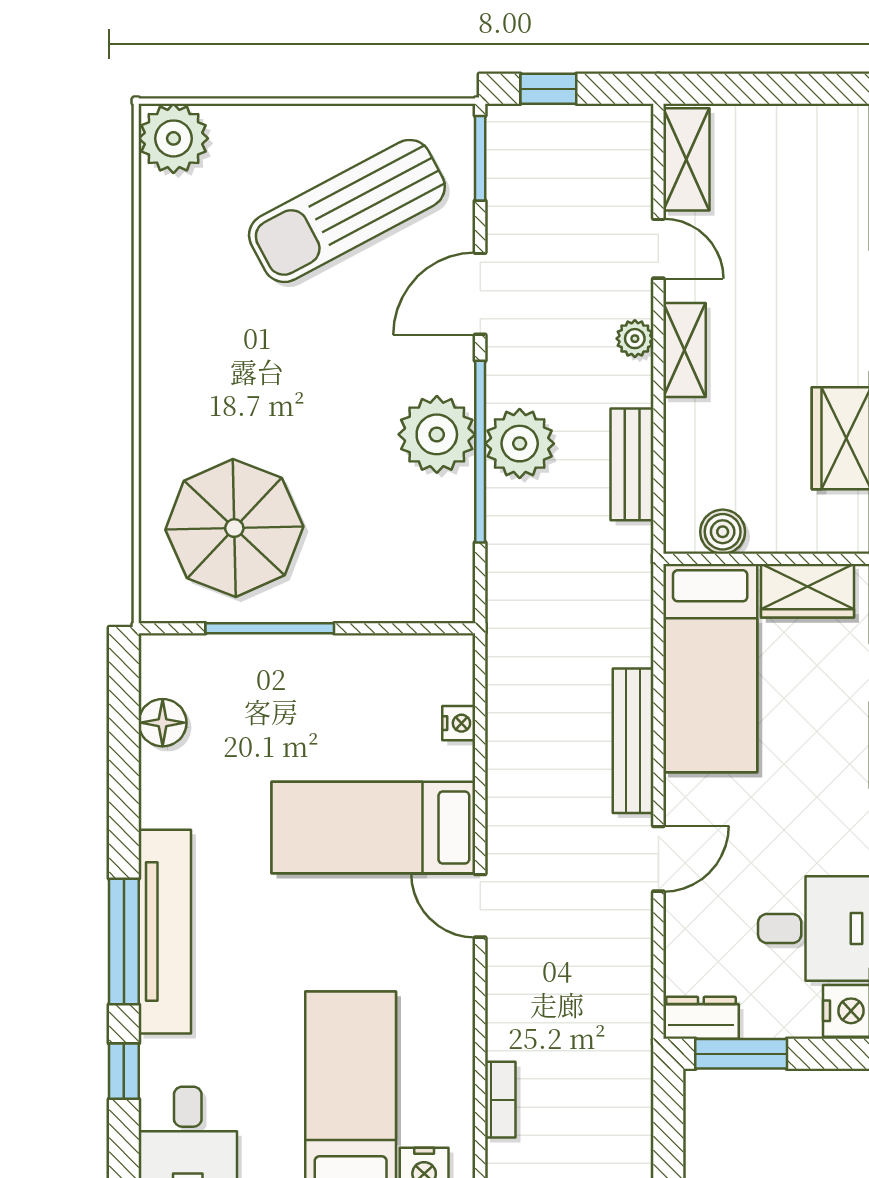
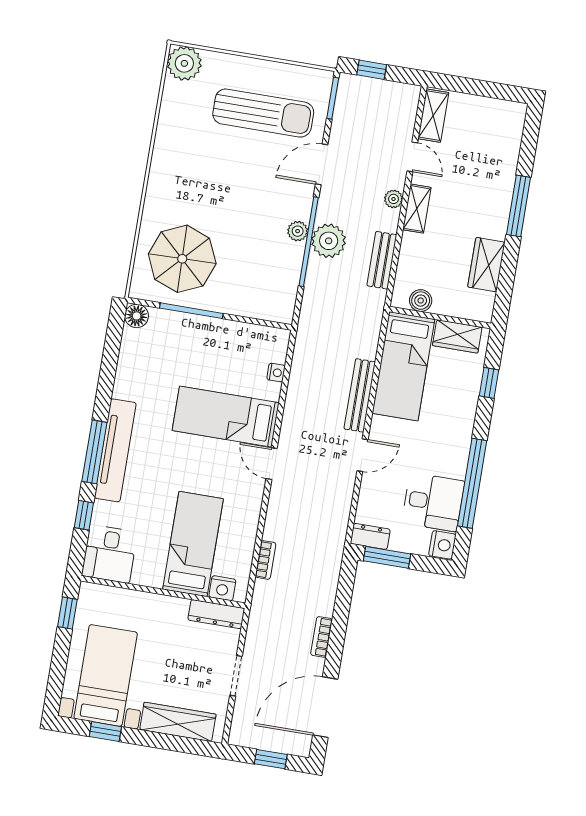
sun lounger: (347, 211) -> (263, 113), turned -152
plant: (437, 434) -> (298, 231), width x0.53, depth x0.53
floor lamp: (163, 723) -> (137, 316), moved

